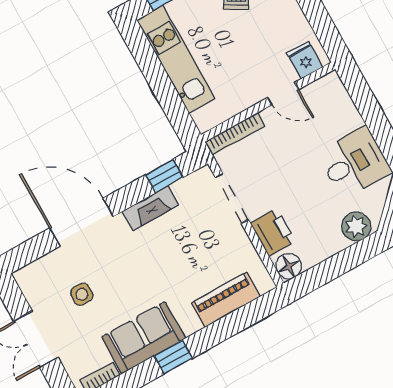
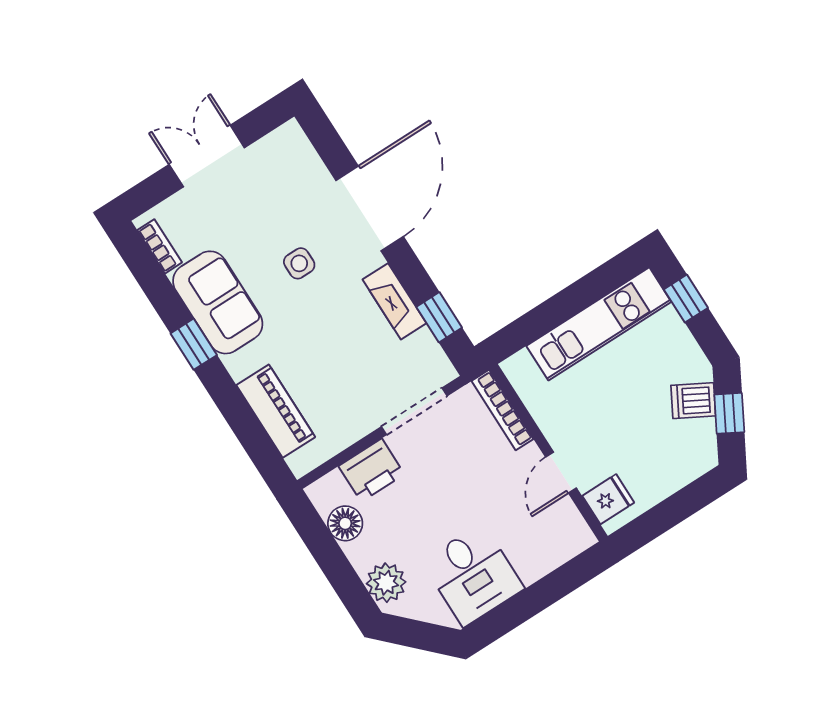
floor lamp: (289, 266) -> (345, 523), moved
side table: (82, 294) -> (299, 263), moved

